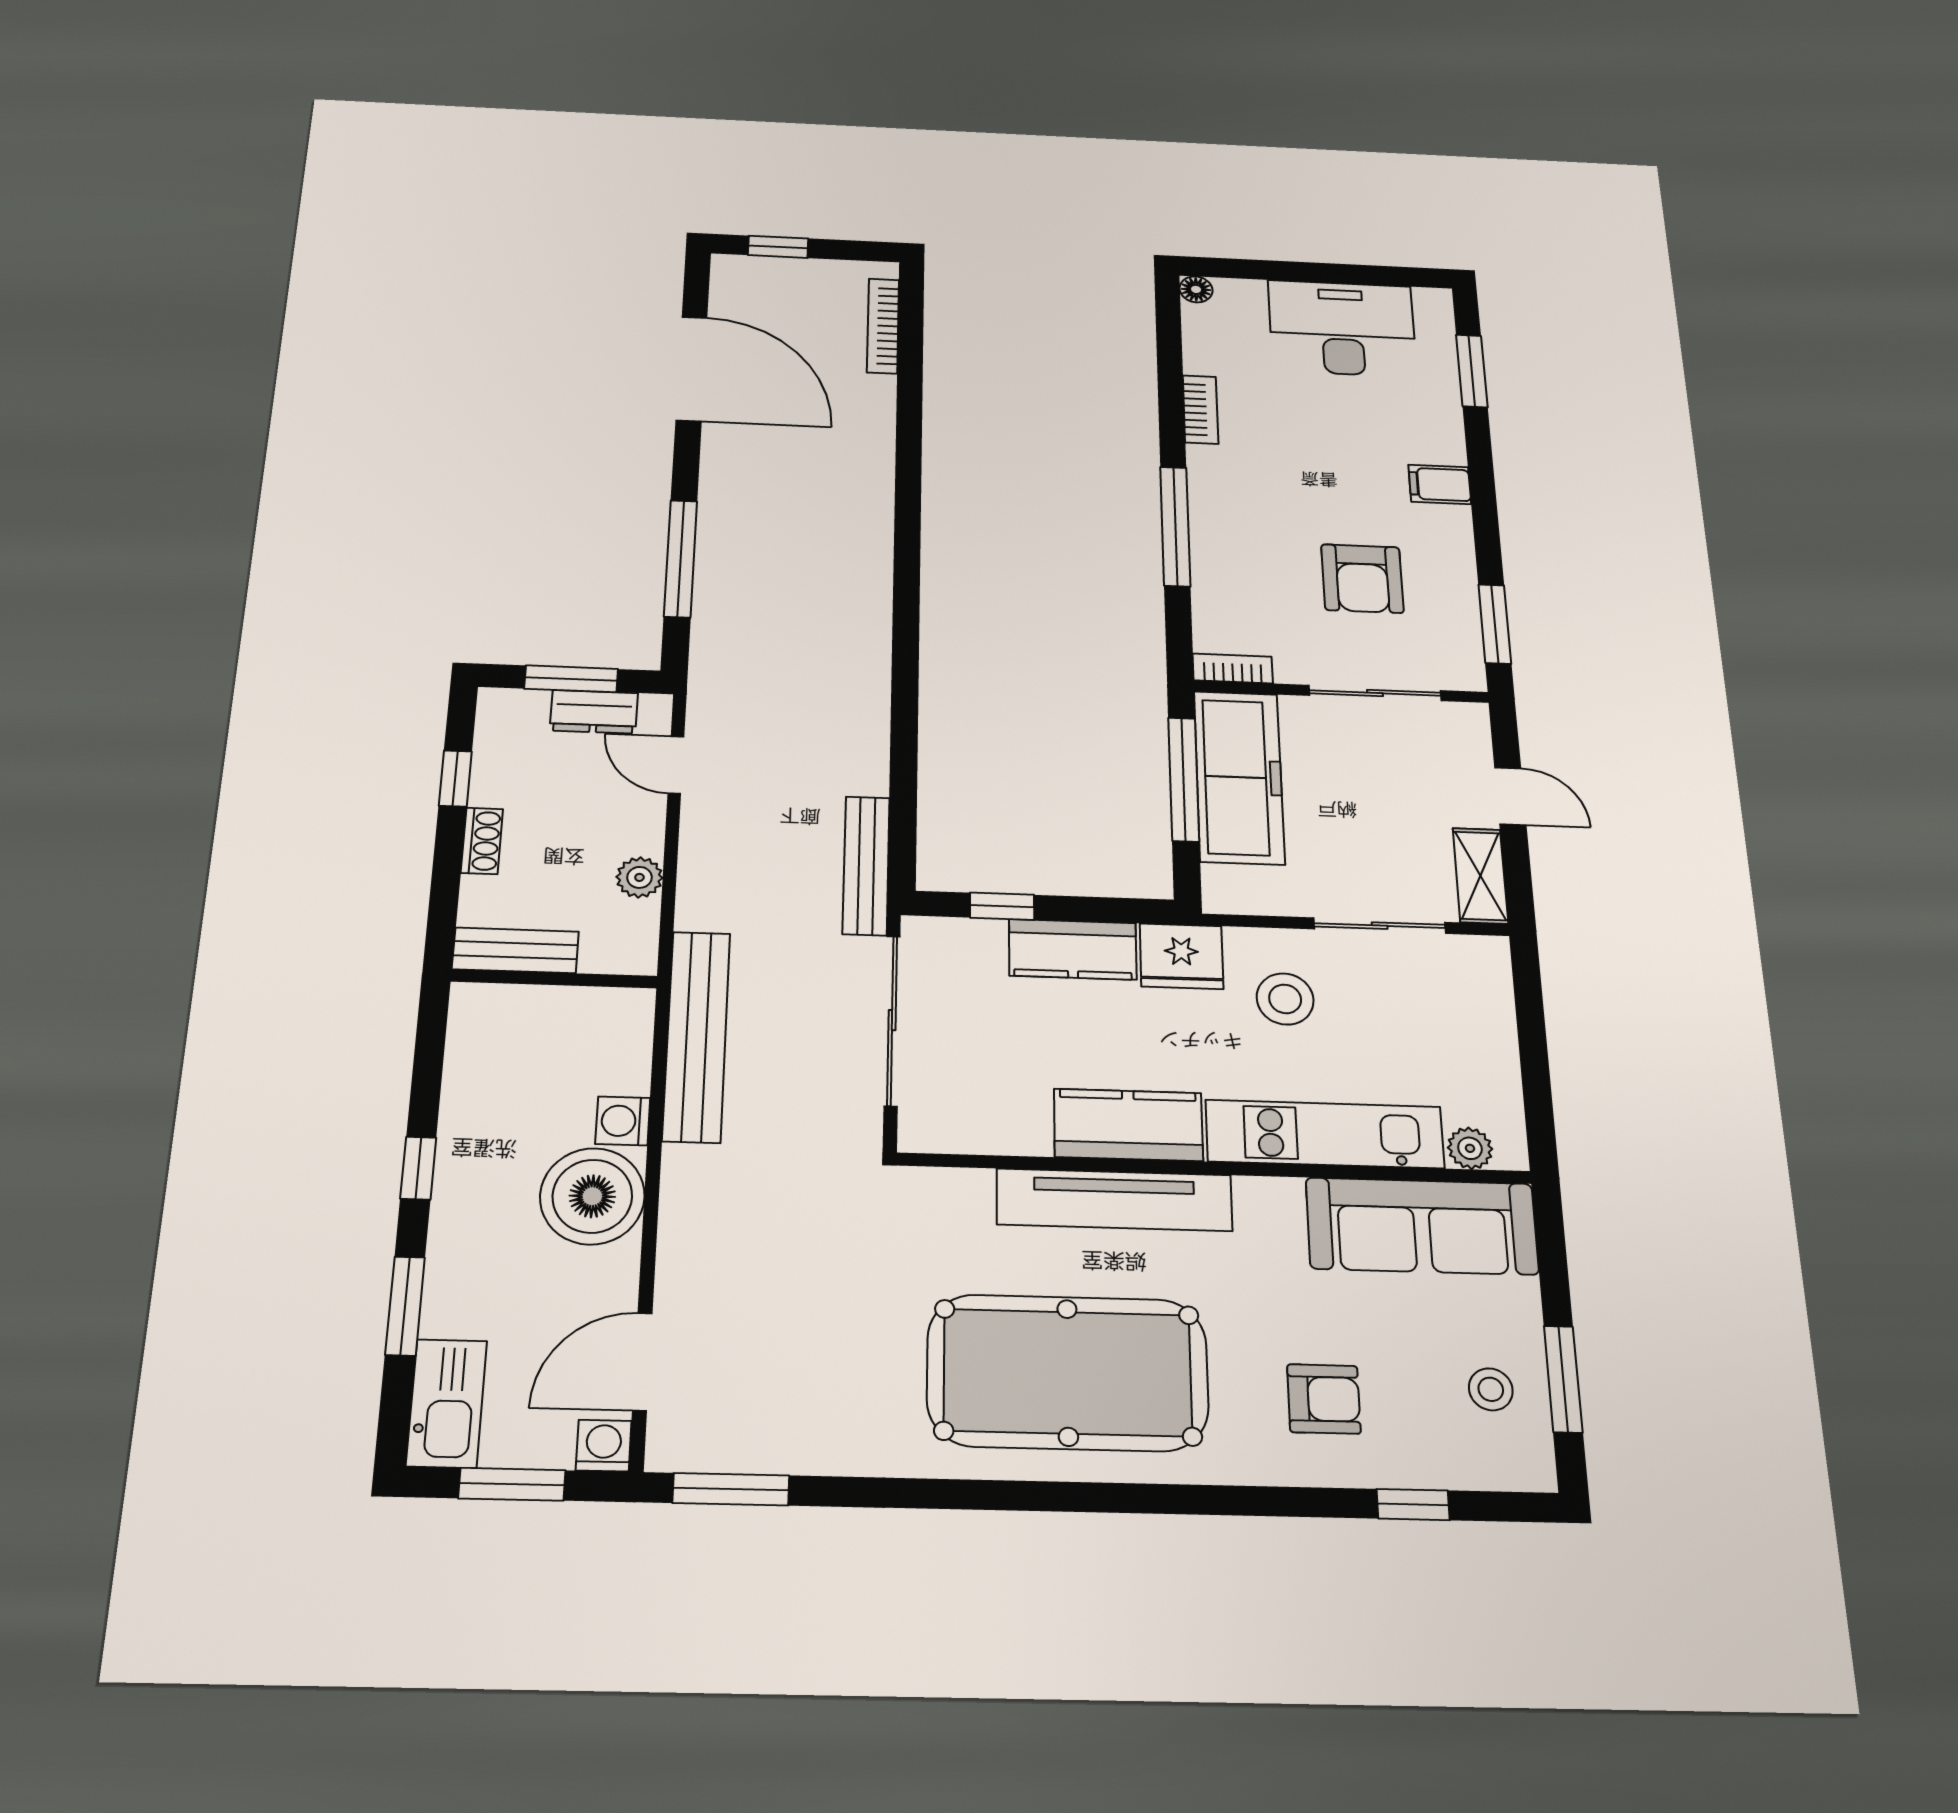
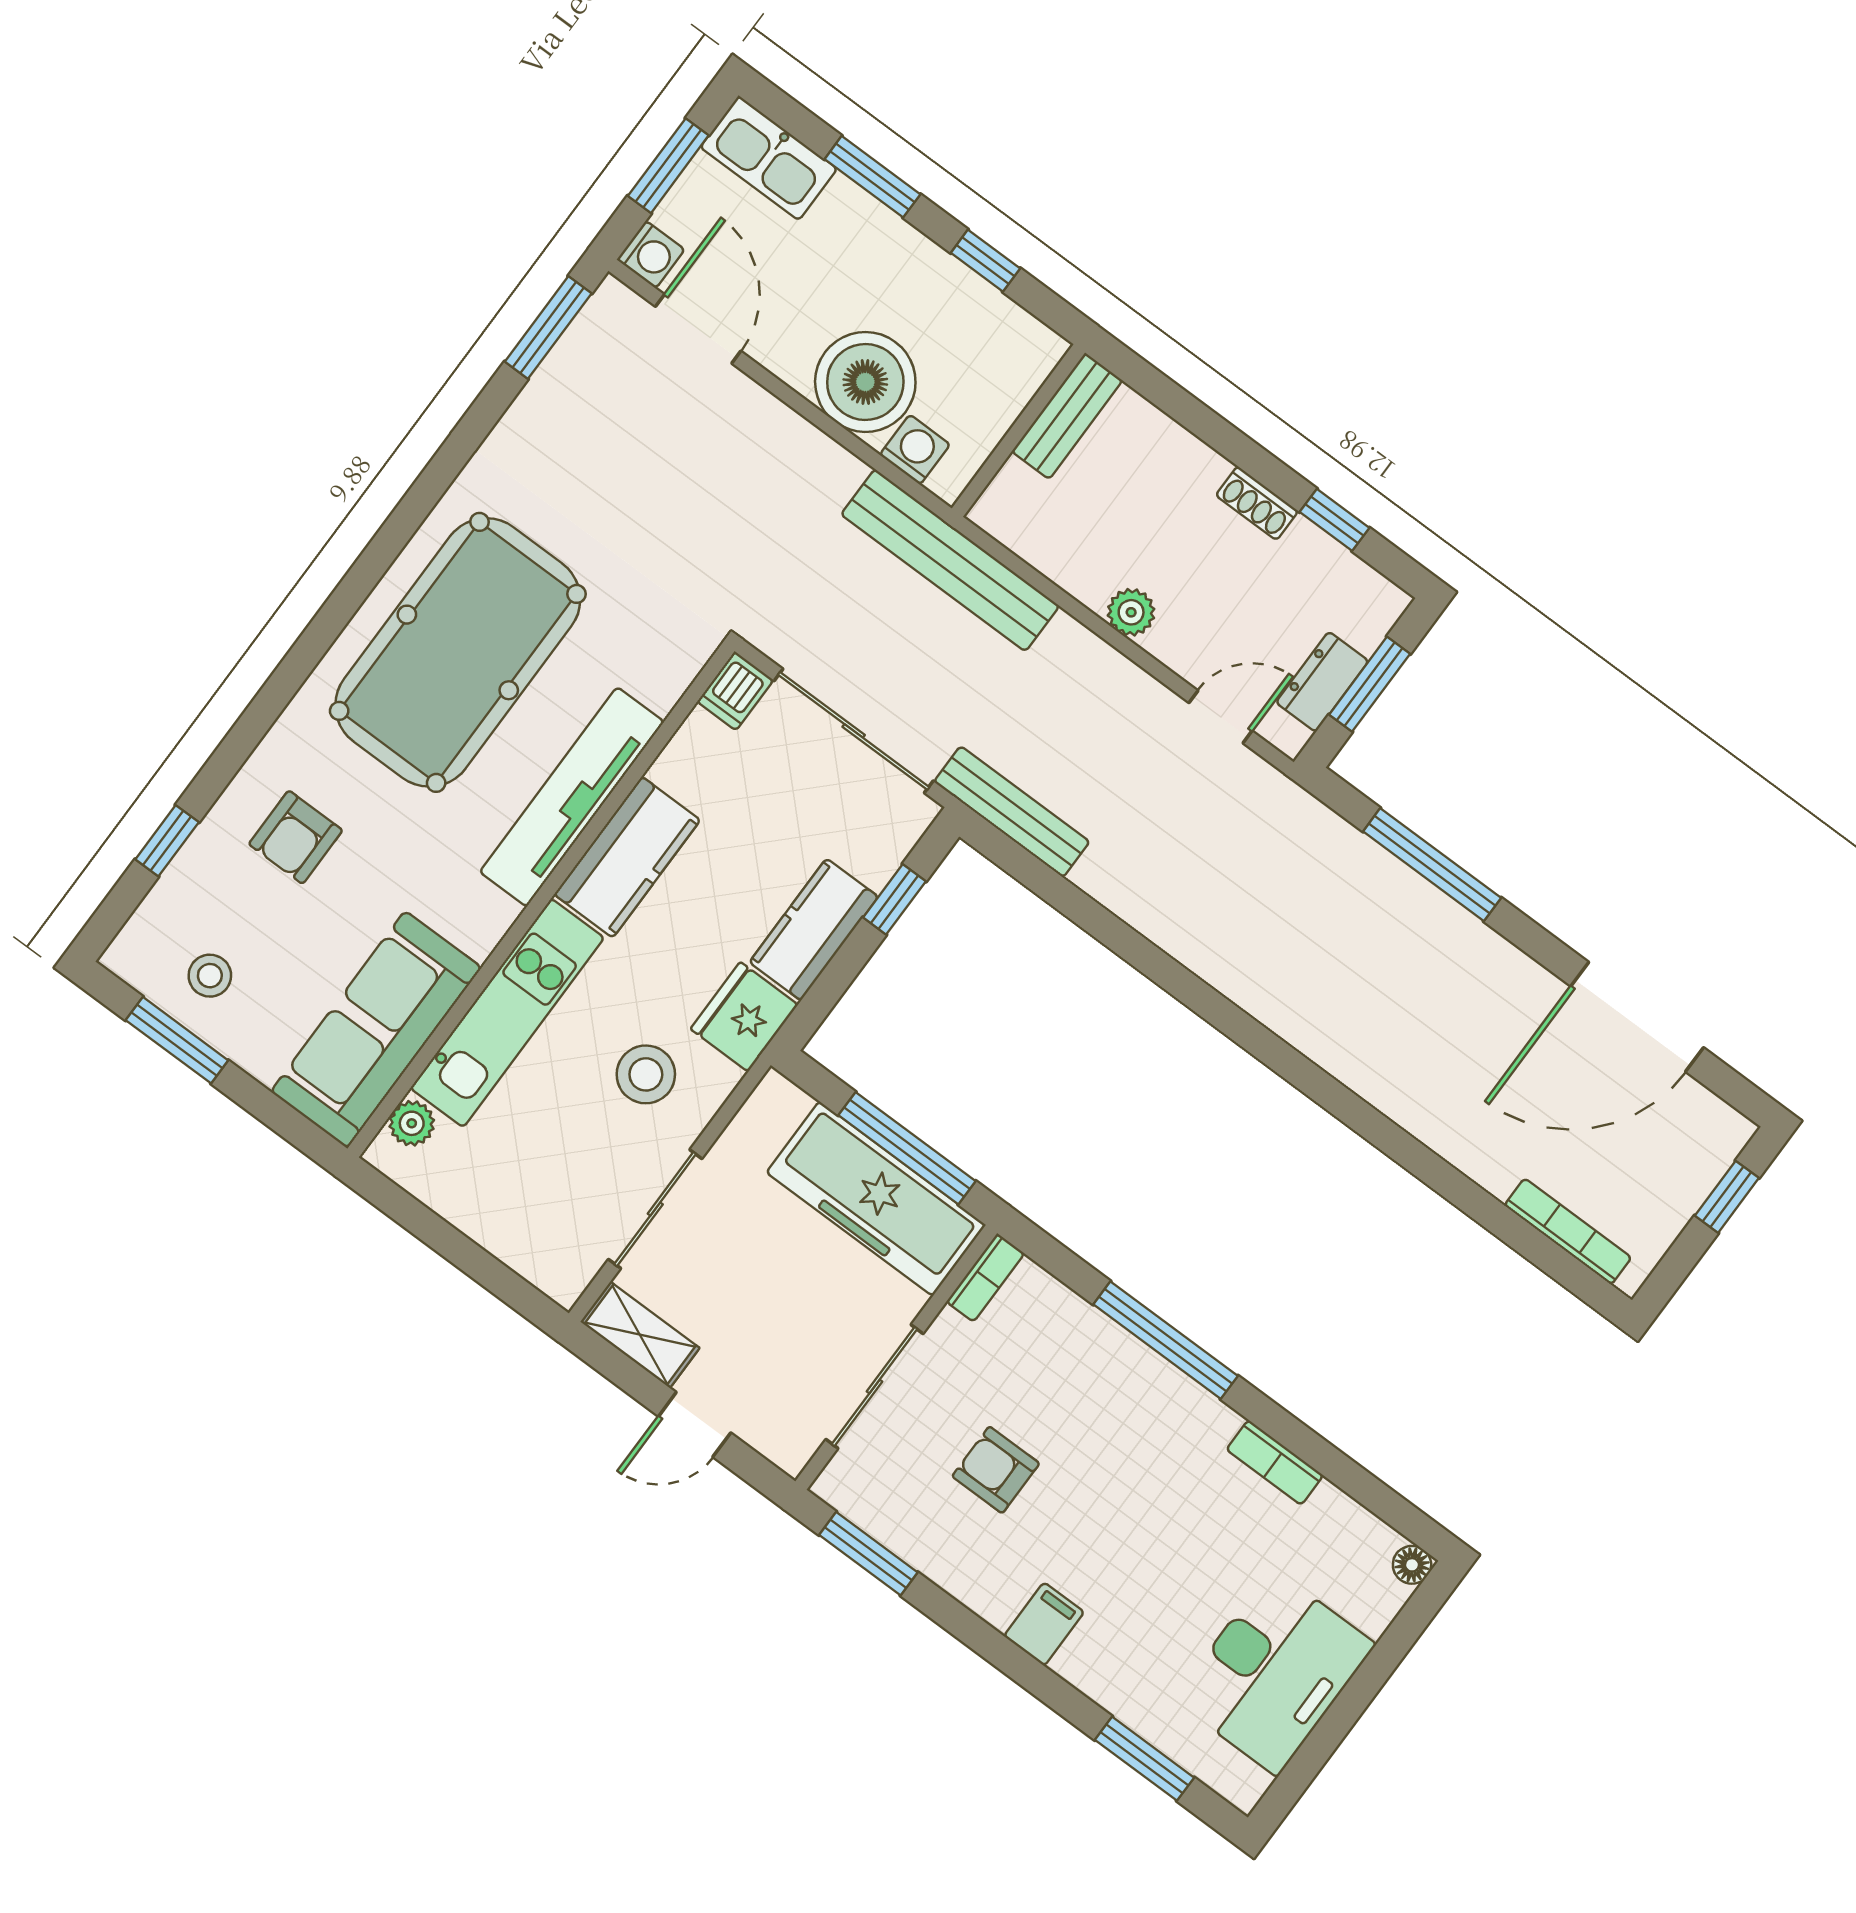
armchair: (1362, 579) -> (996, 1470), width x0.72, depth x0.72
bench: (515, 950) -> (1067, 416), moved
wall: (554, 979) -> (1018, 431), moved
dishwasher: (929, 1130) -> (735, 691), added

